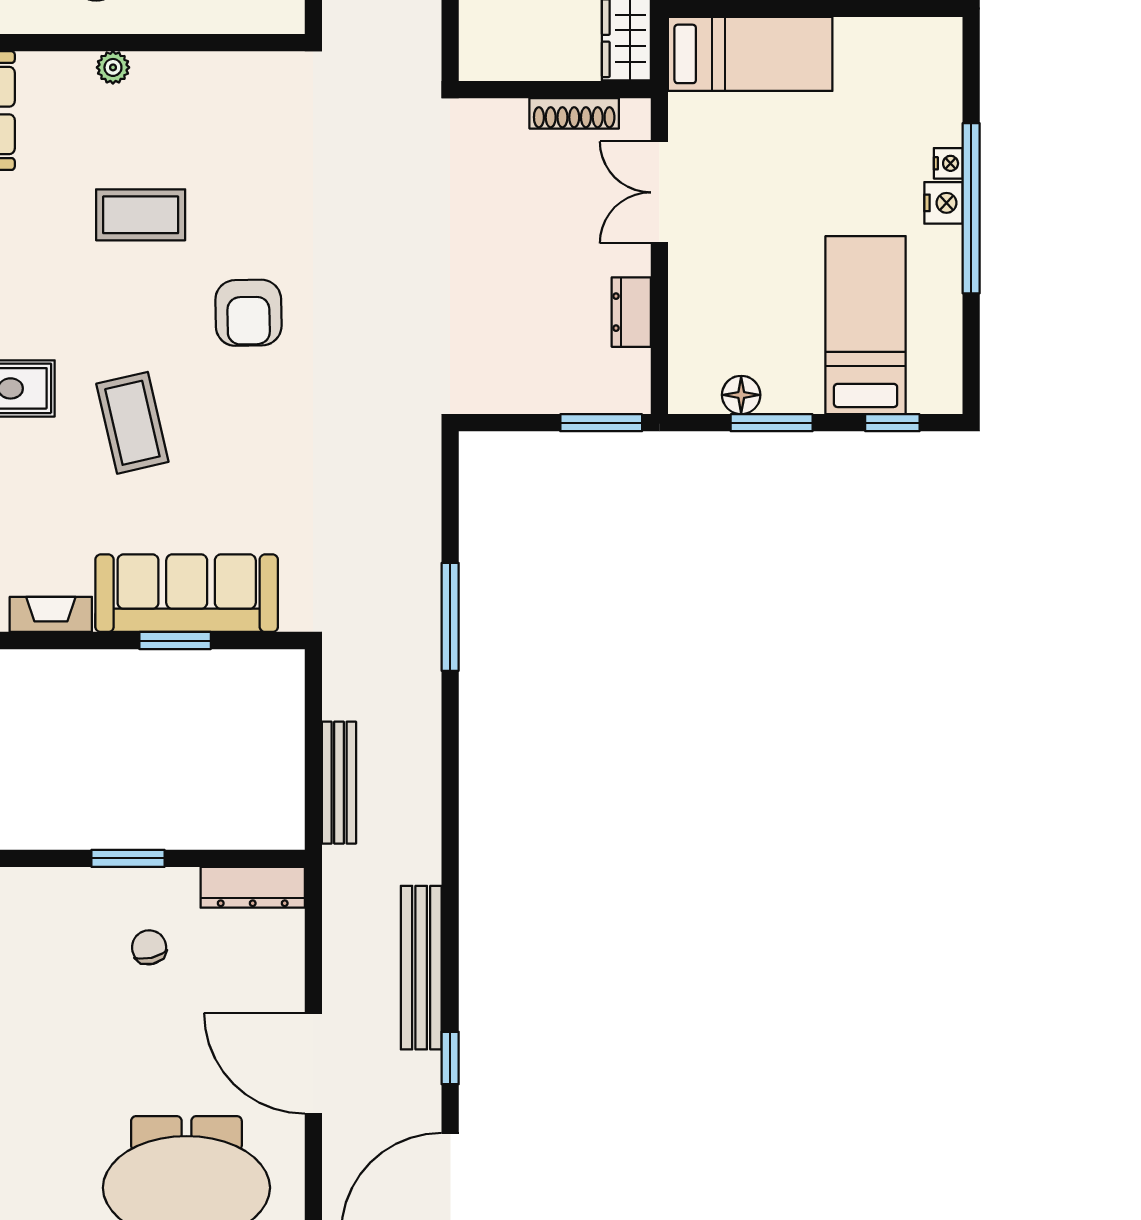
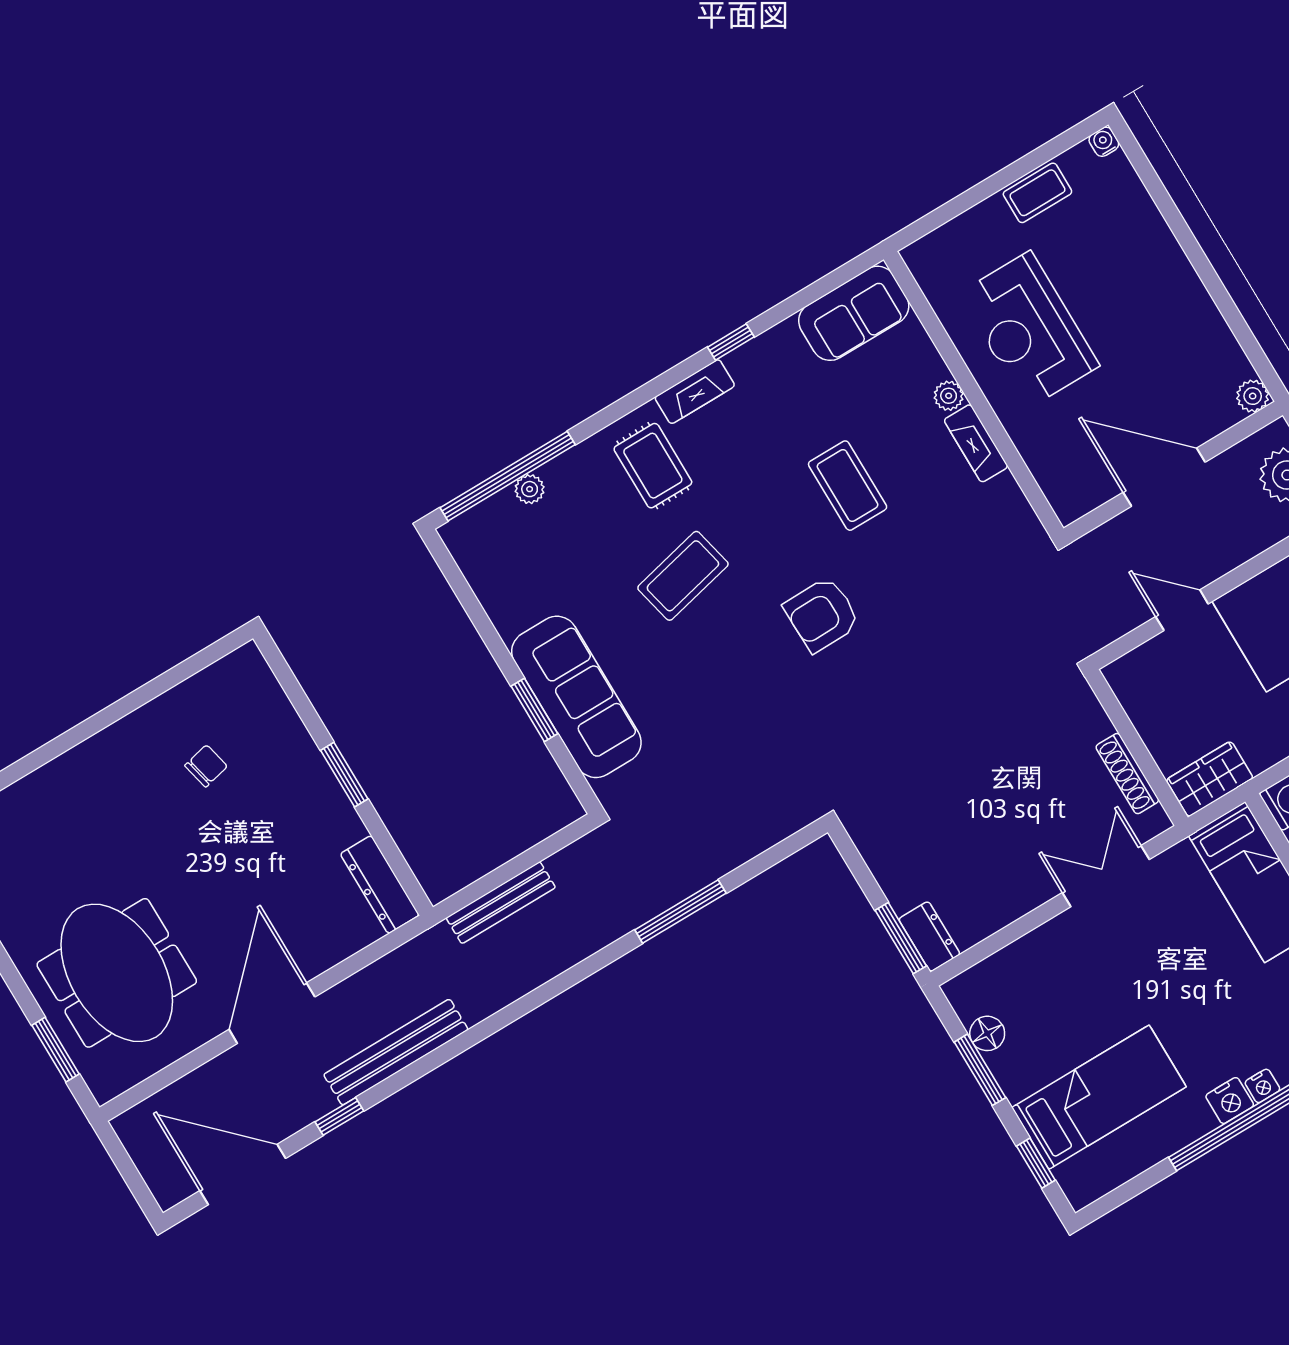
dresser: (631, 312) -> (929, 937), moved, turned 90
fireplace: (51, 614) -> (976, 443), moved, turned 180
chair: (149, 947) -> (206, 766), moved

